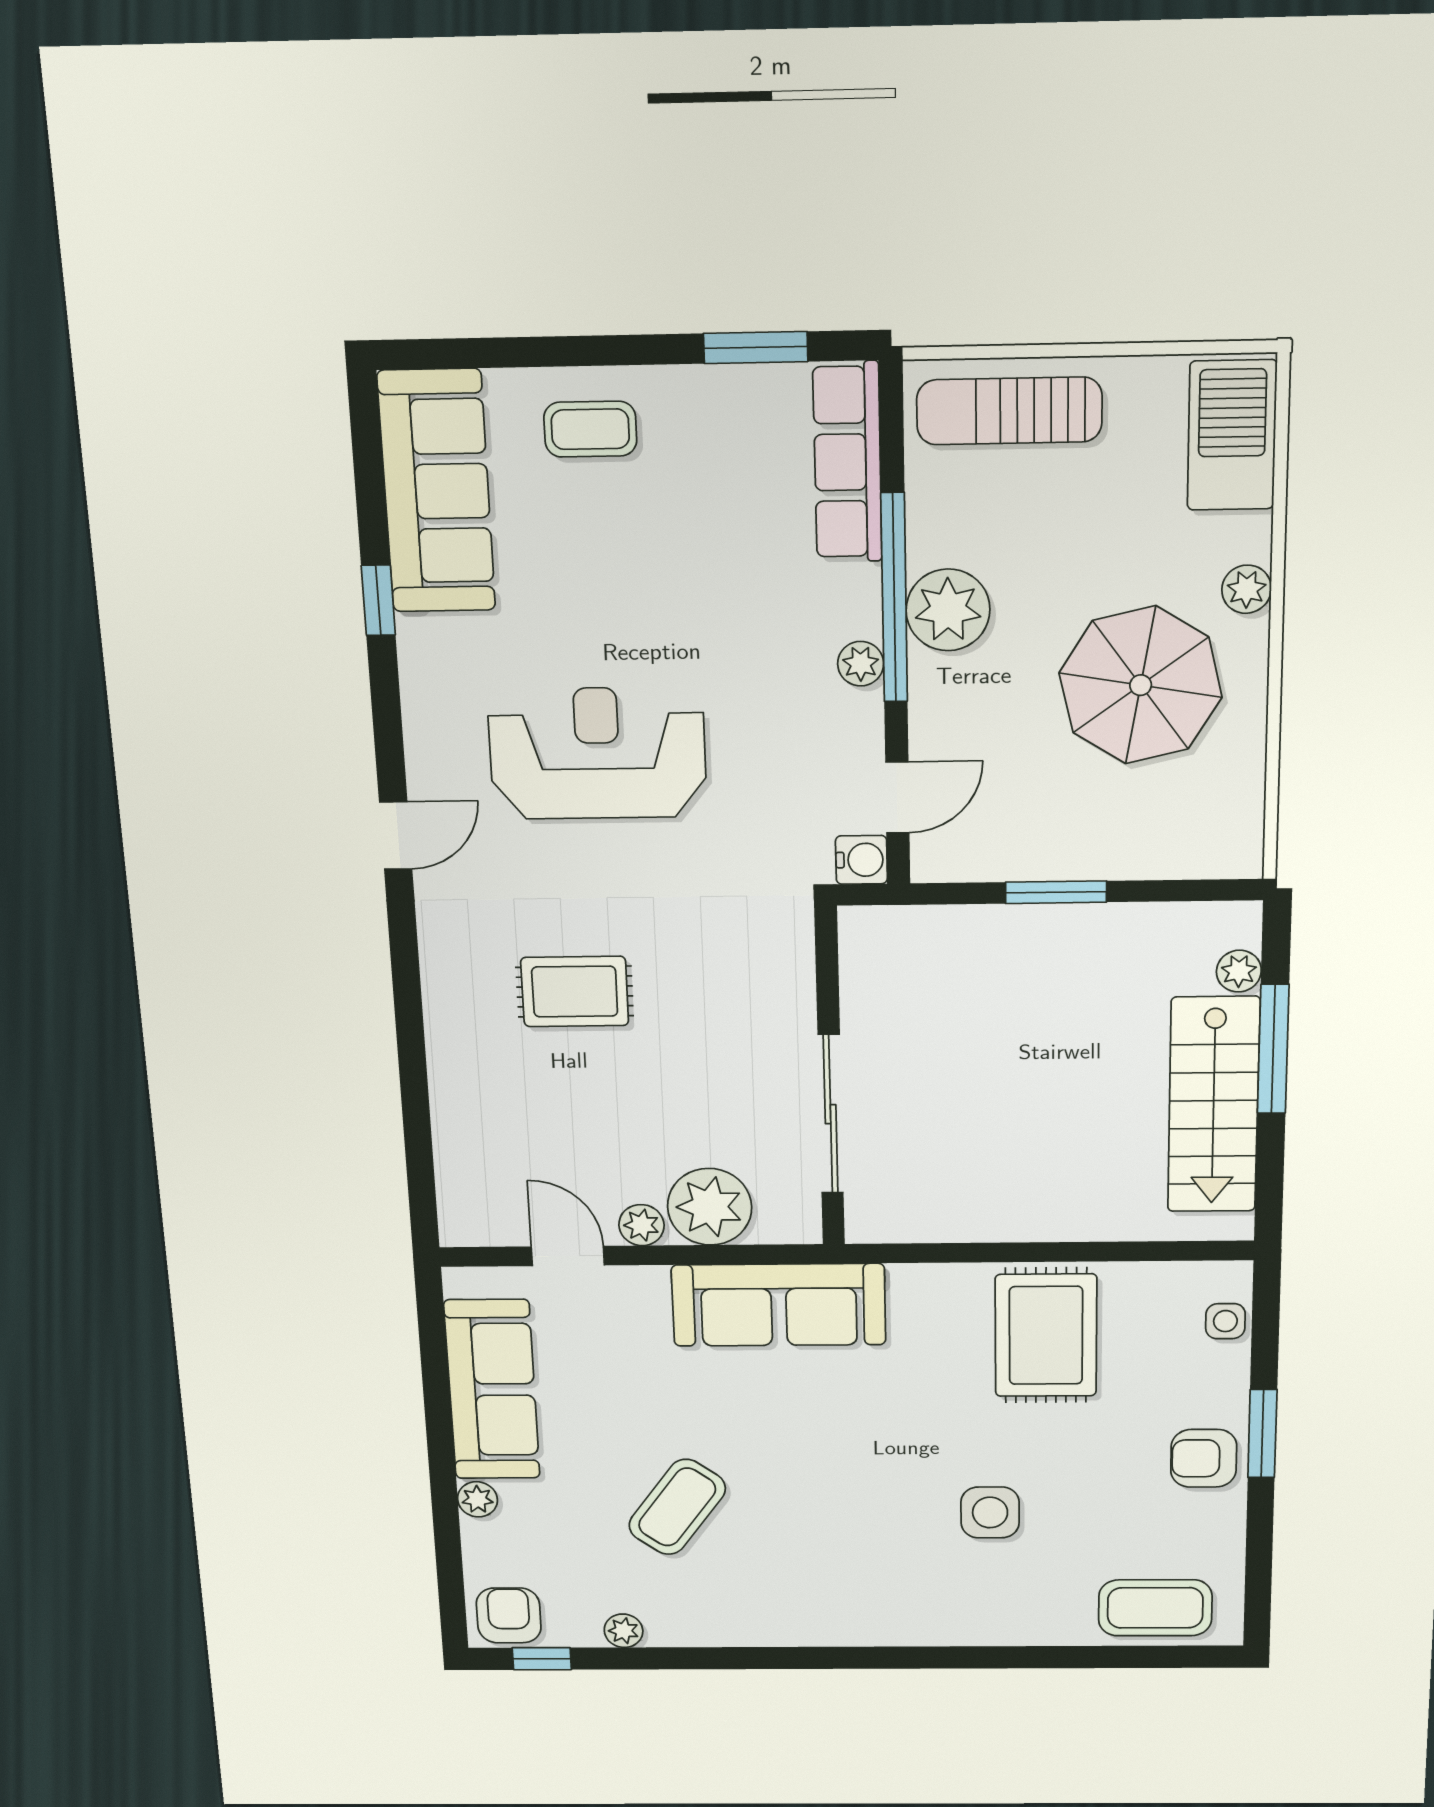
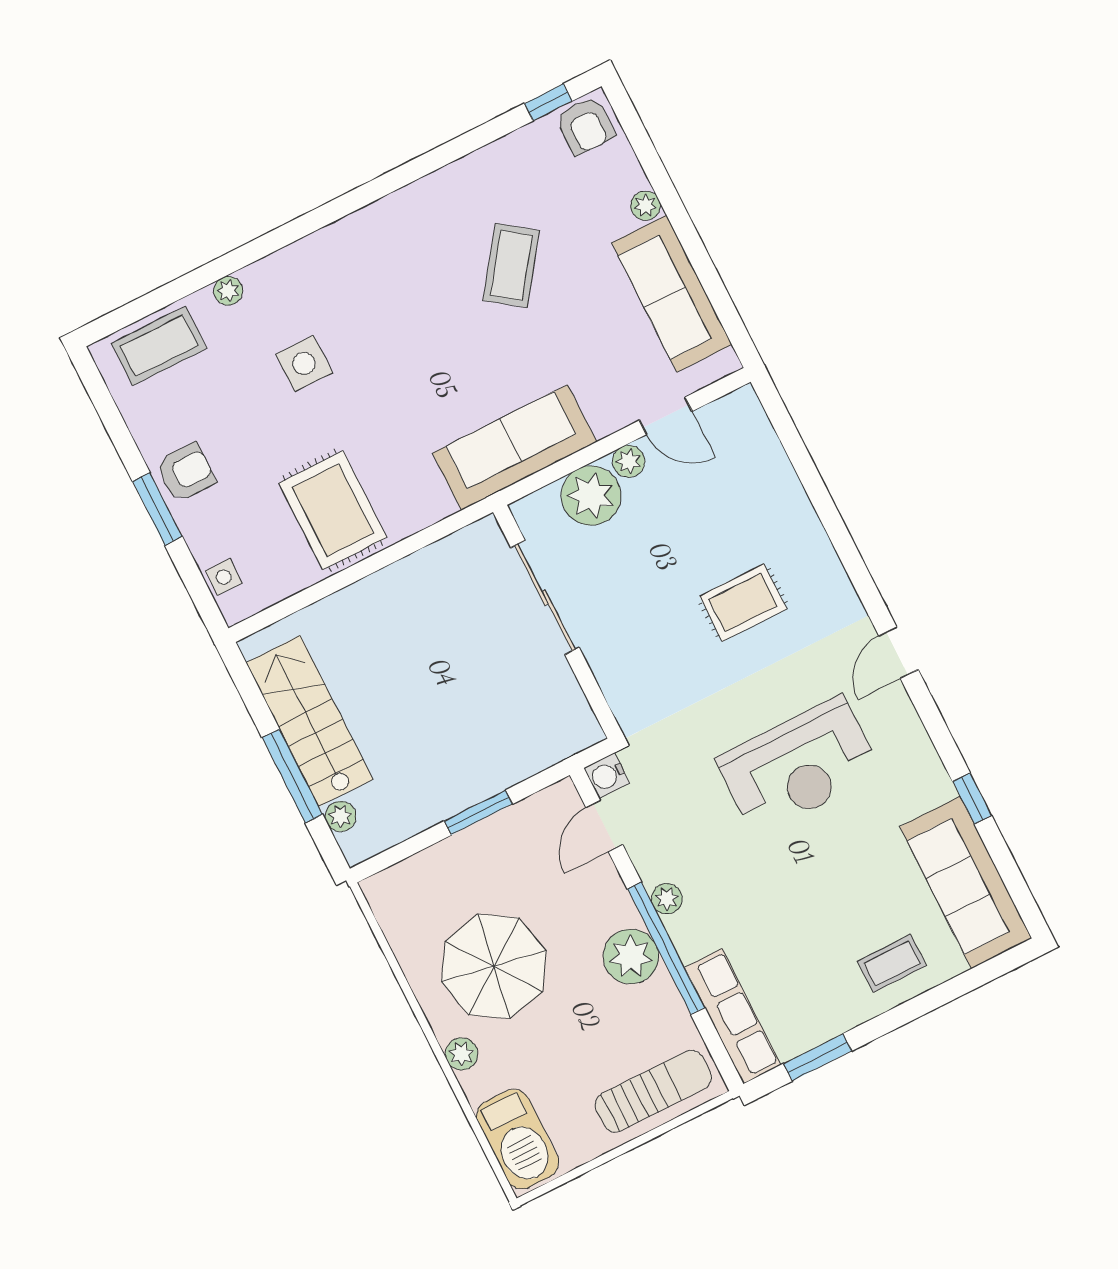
plant: (624, 1631) -> (228, 291), moved

